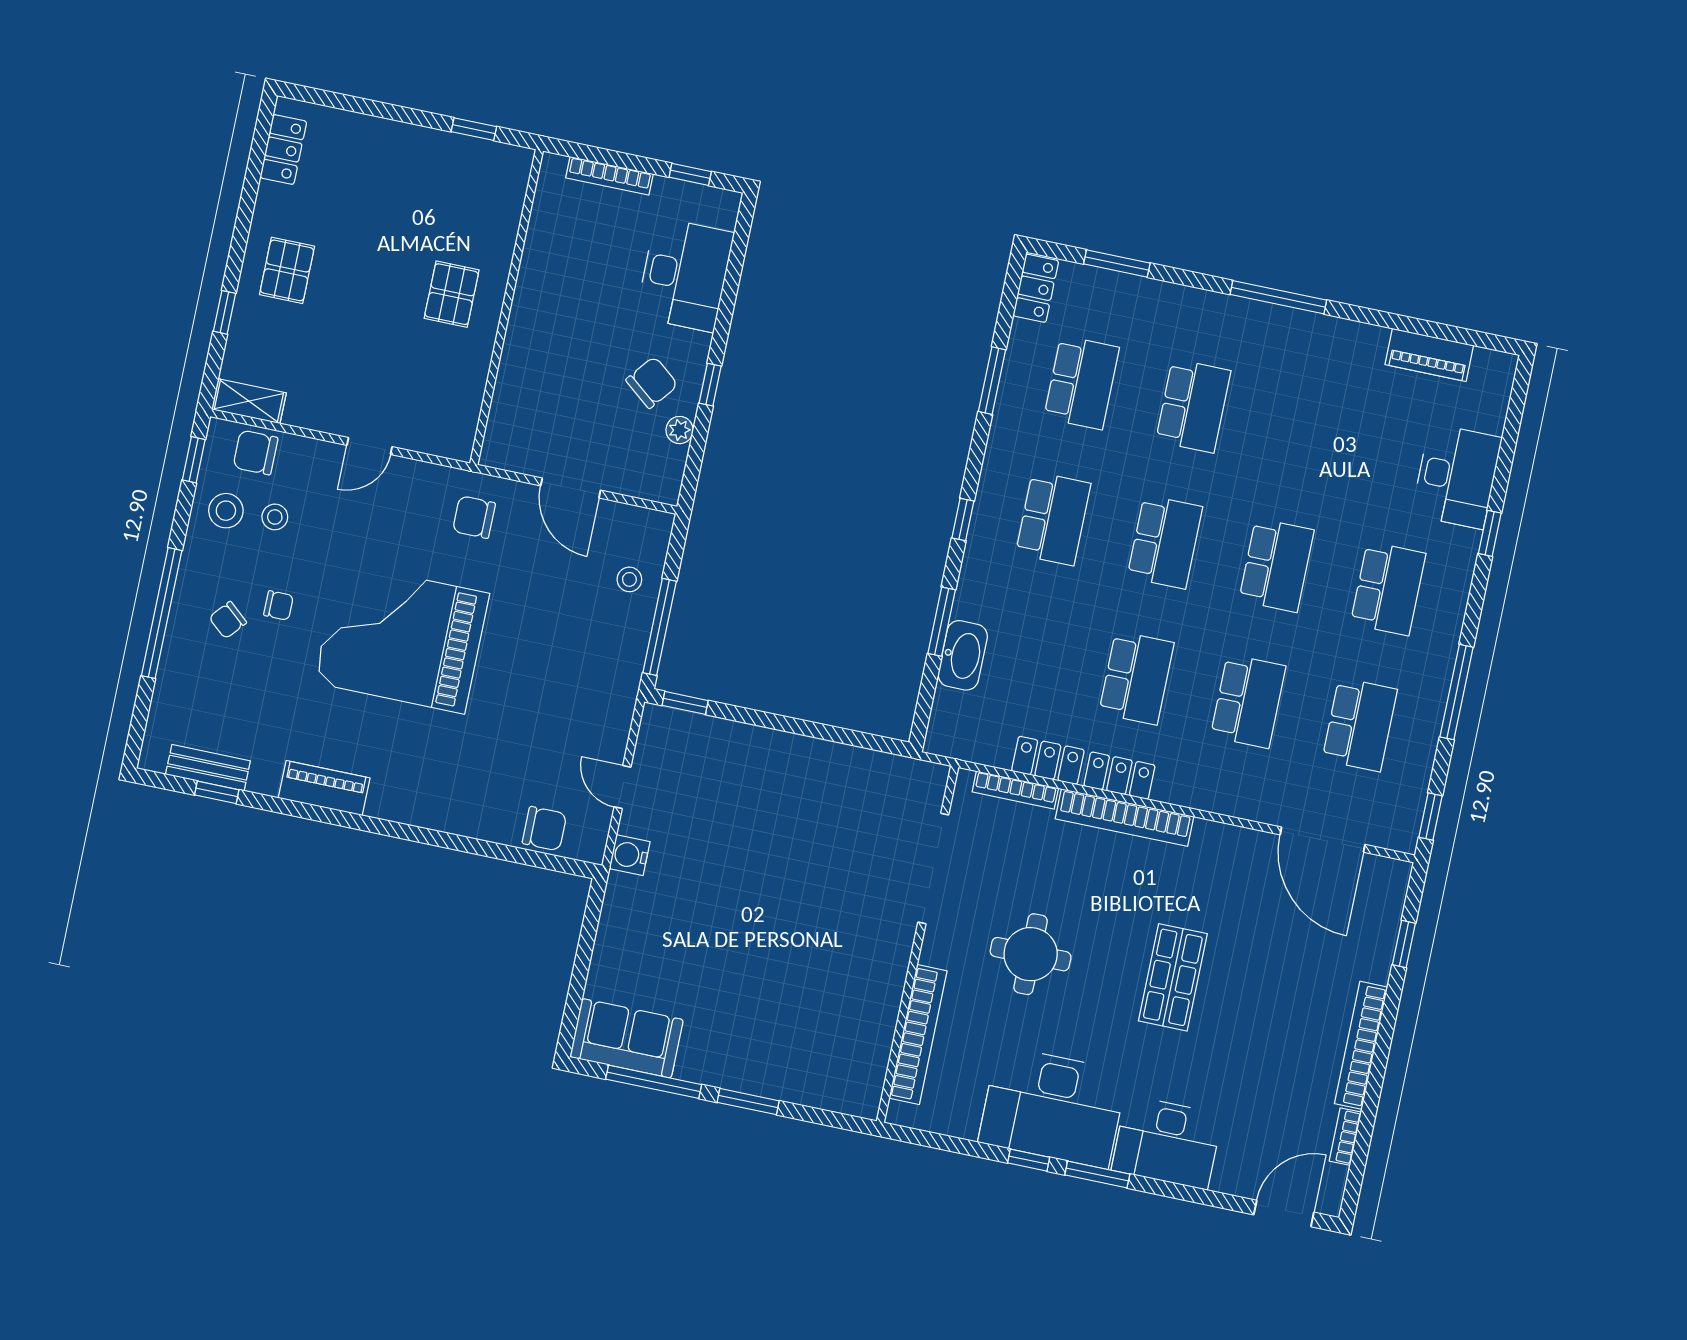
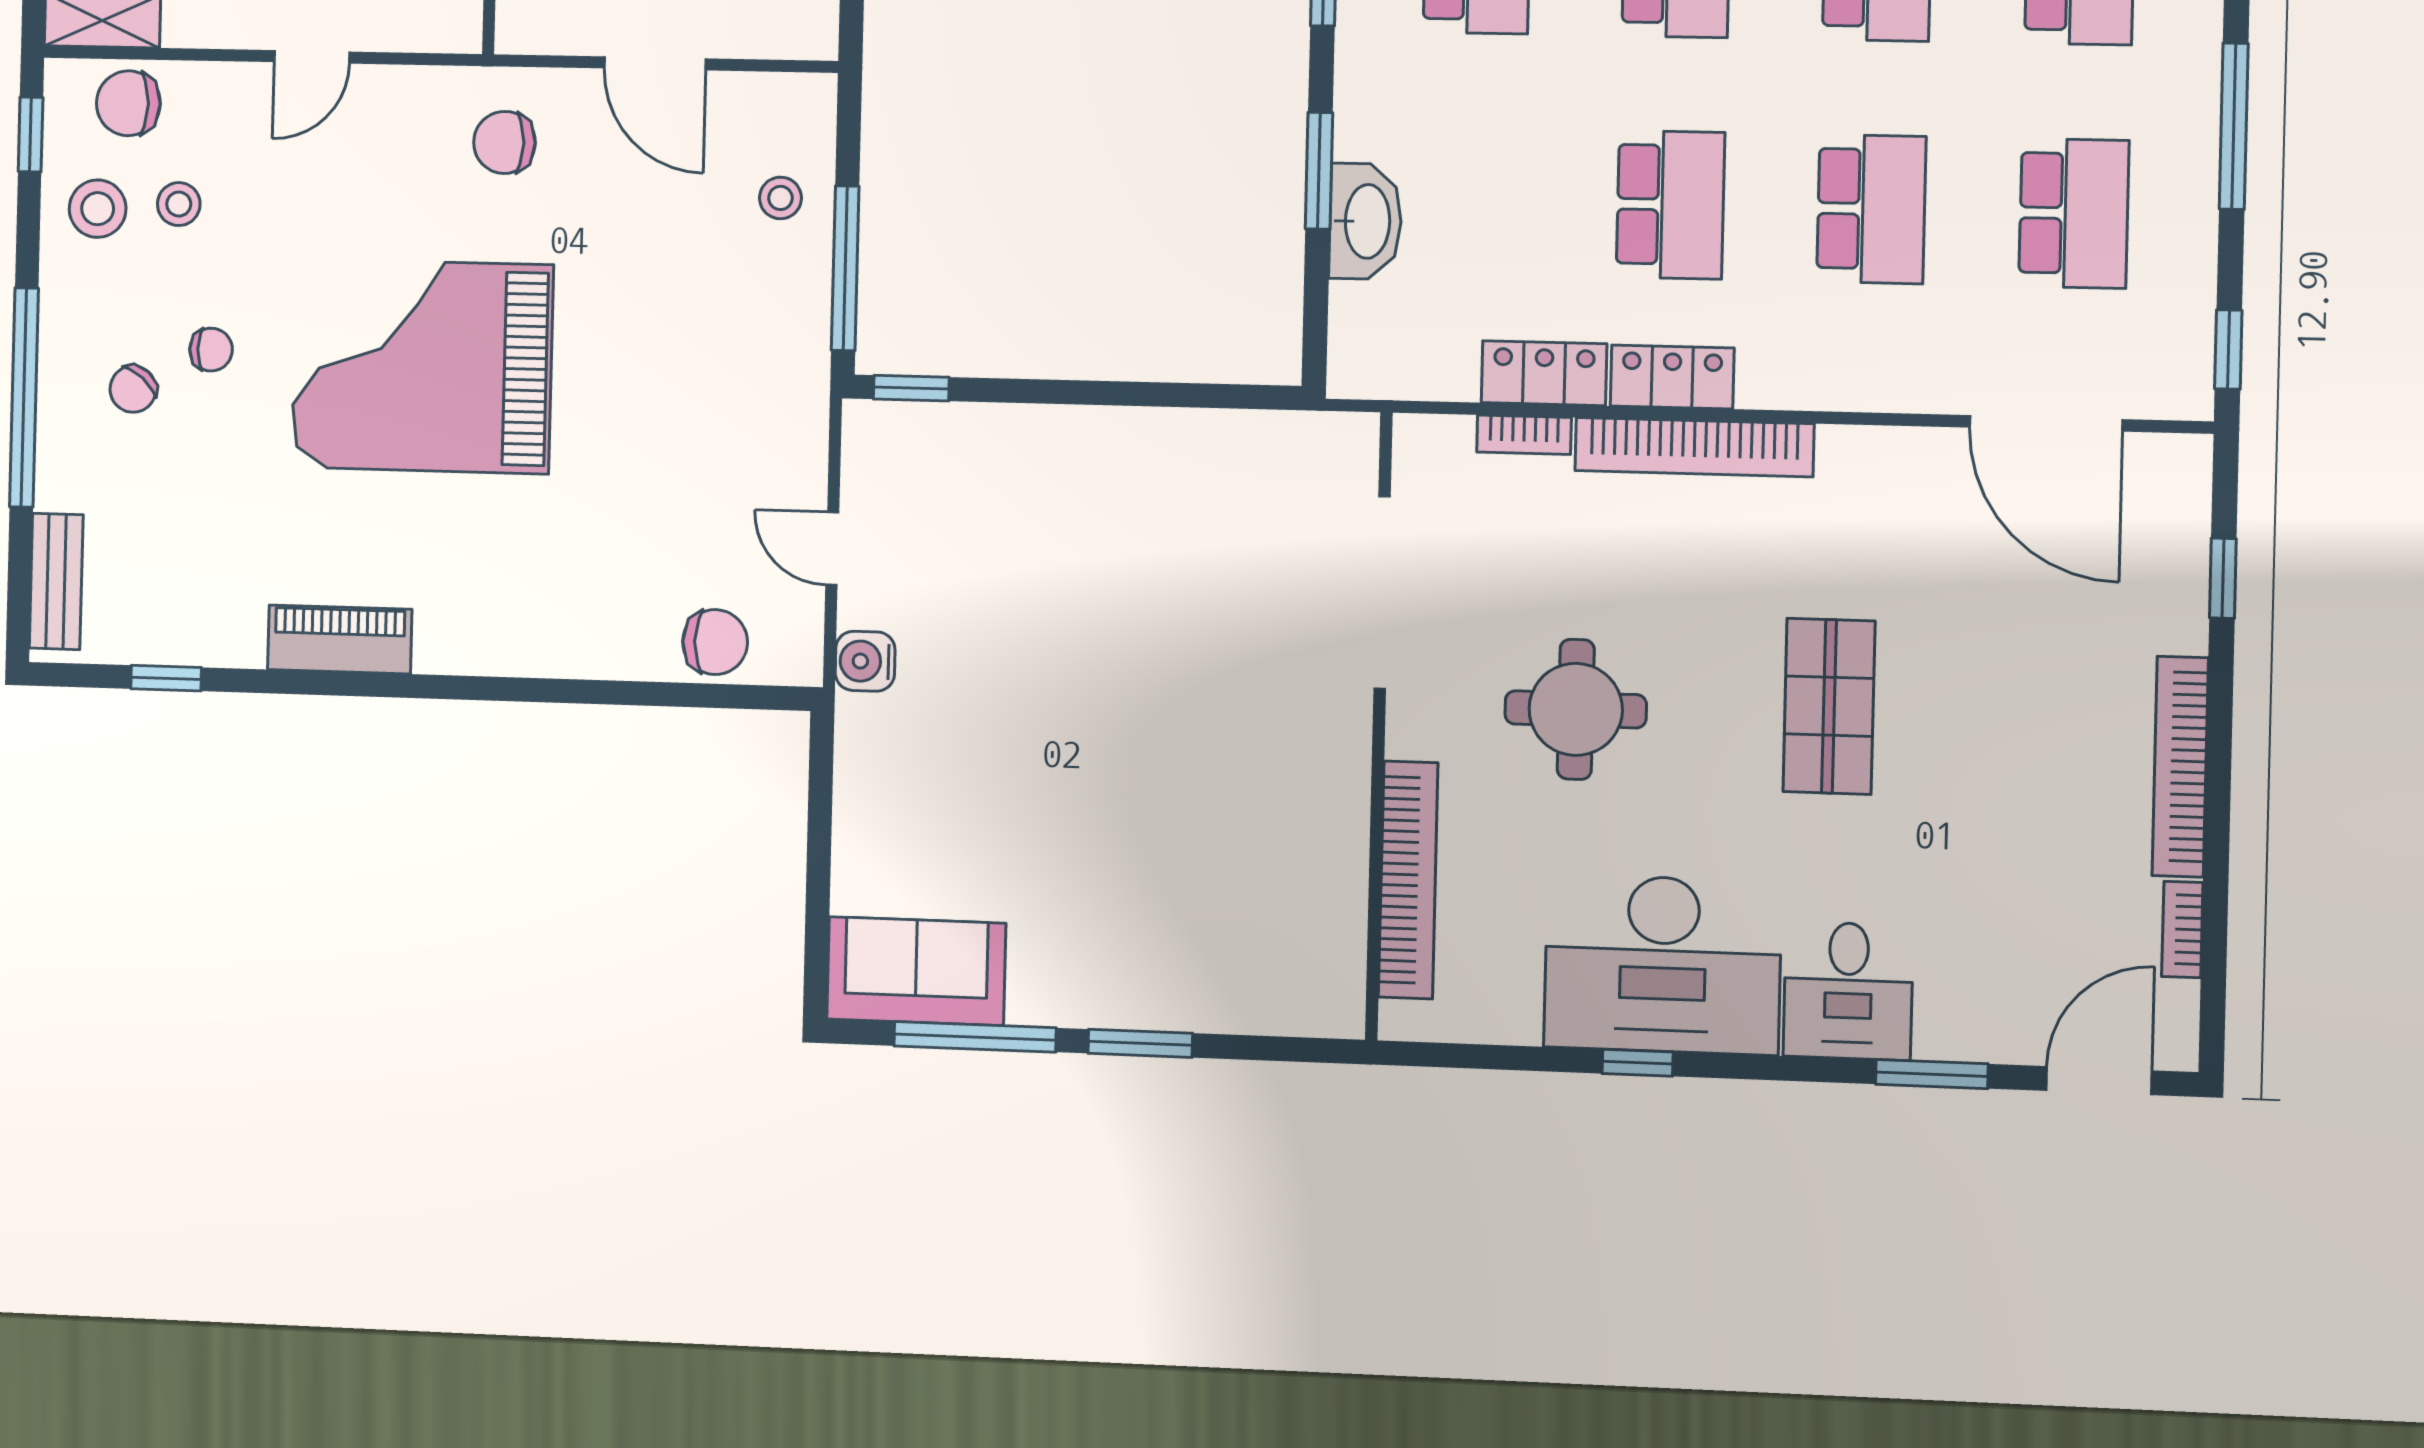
bench: (208, 768) -> (56, 581), moved, turned 90
bookcase: (1015, 790) -> (1524, 435), width x0.64
desk: (1167, 1142) -> (1848, 991), width x0.73
window: (1097, 1174) -> (1932, 1074), moved

